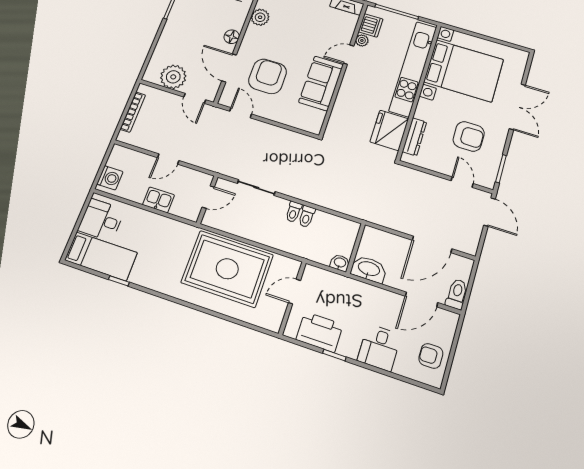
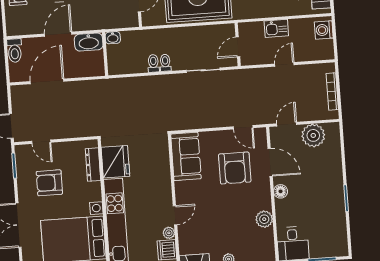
sofa: (321, 83) -> (186, 156), moved
door: (195, 98) -> (287, 124), hinge flipped
door: (421, 299) -> (58, 34), moved

